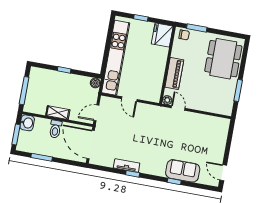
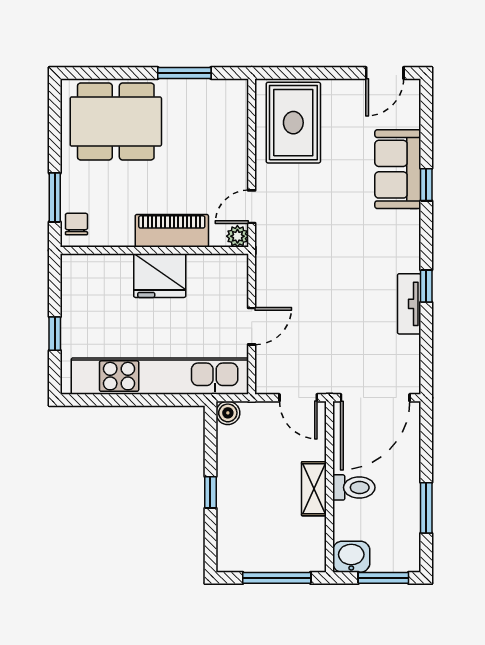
fridge: (162, 35) -> (160, 276), moved
rug: (210, 131) -> (293, 123), added

